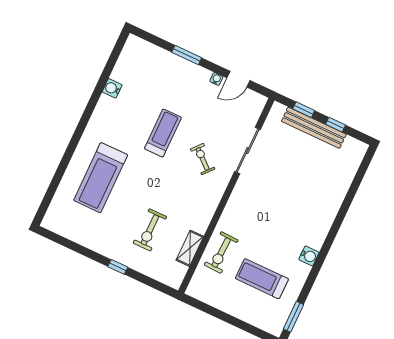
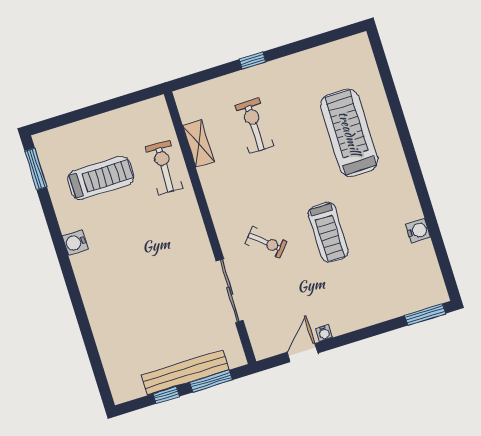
window: (187, 55) -> (425, 314), moved
window: (304, 110) -> (211, 381), width x1.50

